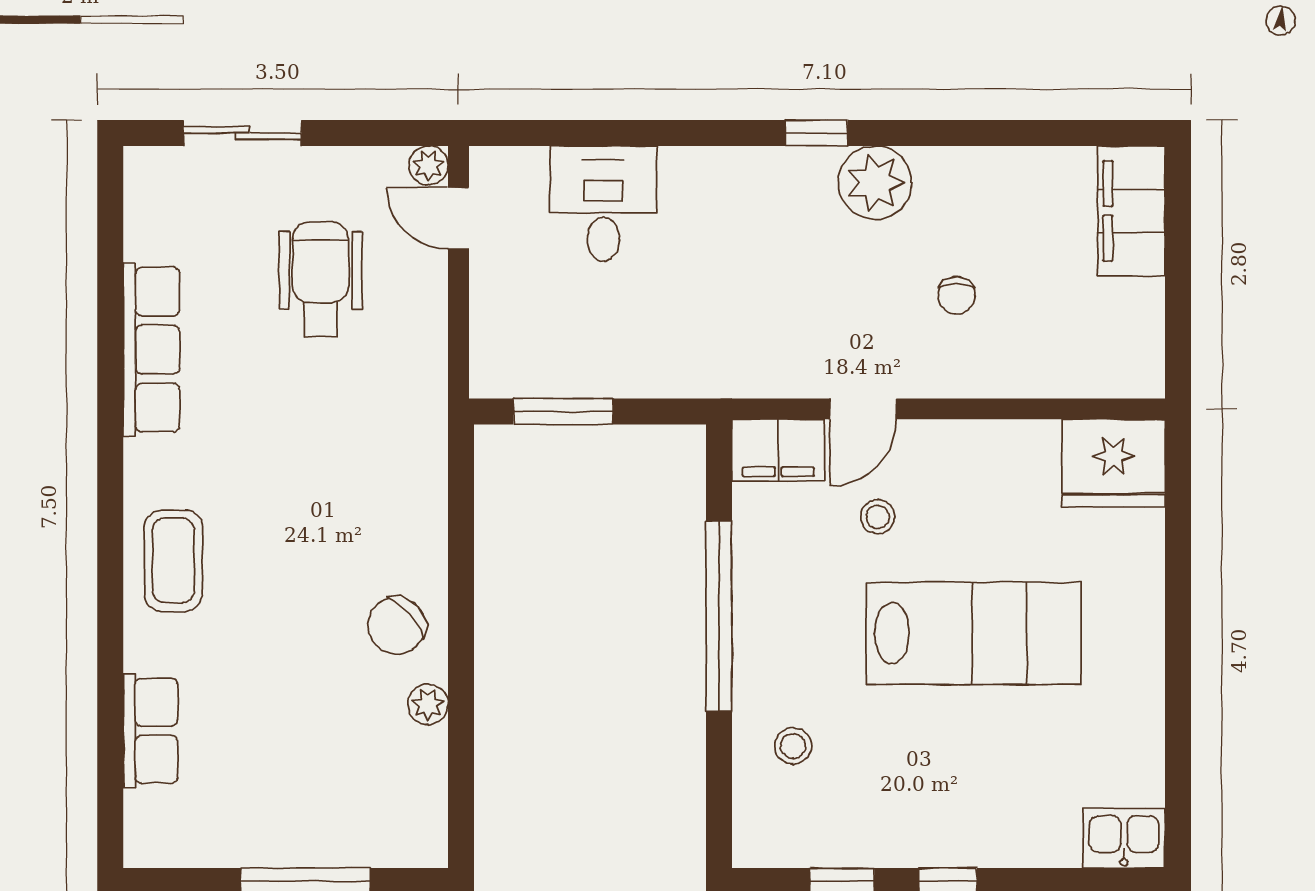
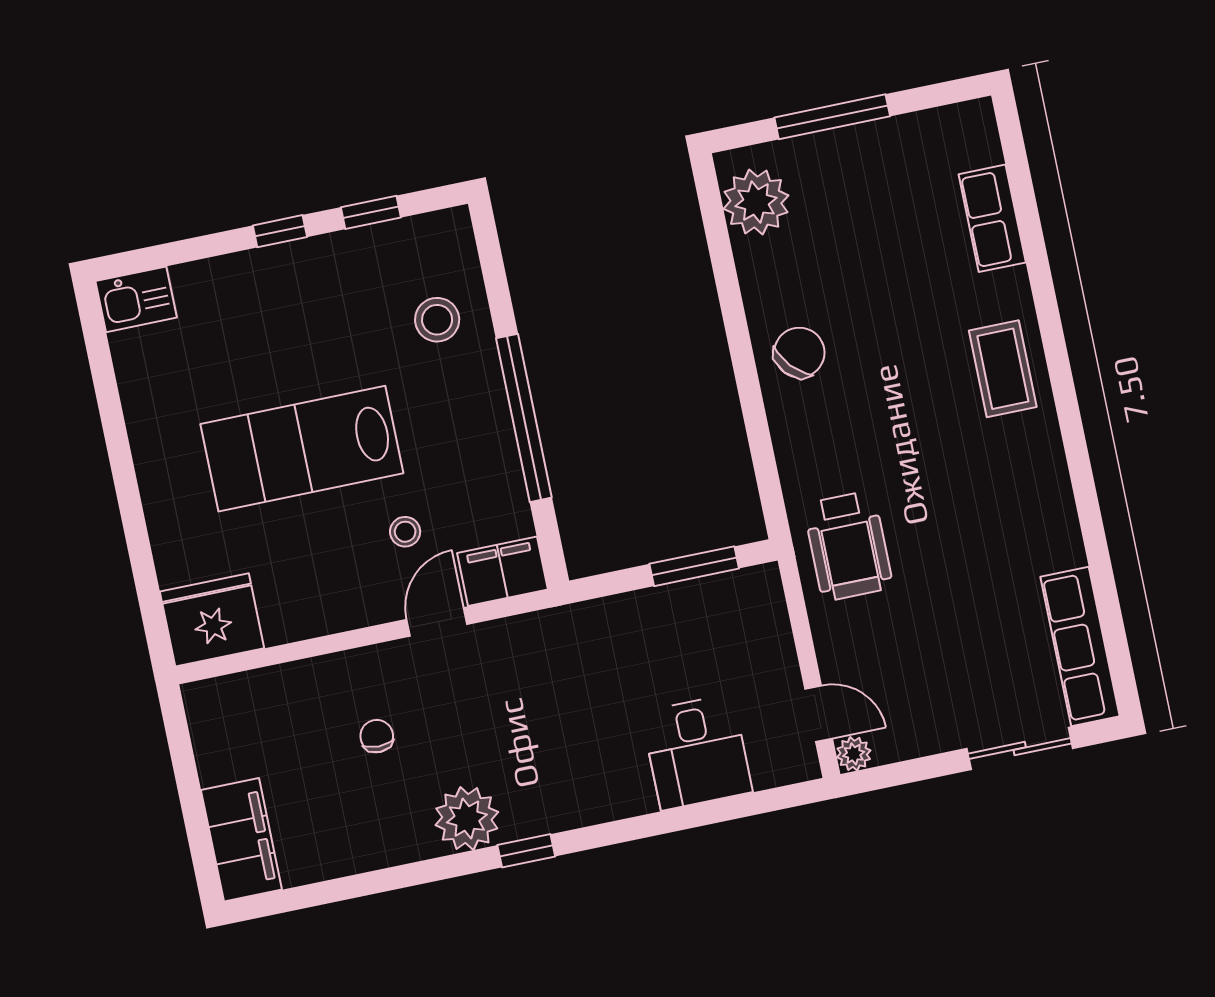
wheelchair: (321, 279) -> (848, 546), moved
row of seats: (151, 350) -> (1080, 646), moved
plant: (428, 704) -> (756, 202), moved, width x1.88, depth x1.88
stool: (793, 746) -> (437, 320), width x1.37, depth x1.37

